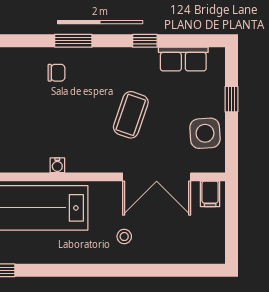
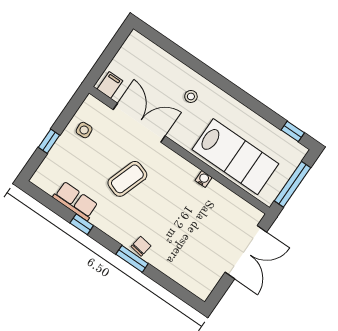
row of seats: (183, 59) -> (75, 201), moved
chair: (56, 73) -> (141, 246), moved, turned 99
side table: (205, 133) -> (84, 130), width x0.54, depth x0.54

